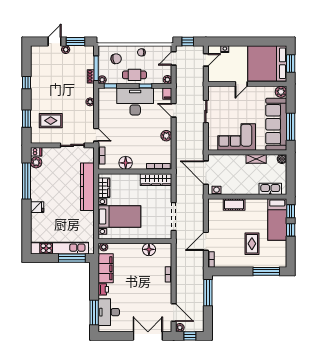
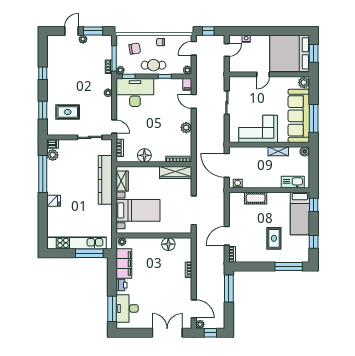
desk: (135, 102) -> (135, 93), moved
window: (291, 230) -> (314, 242), moved

